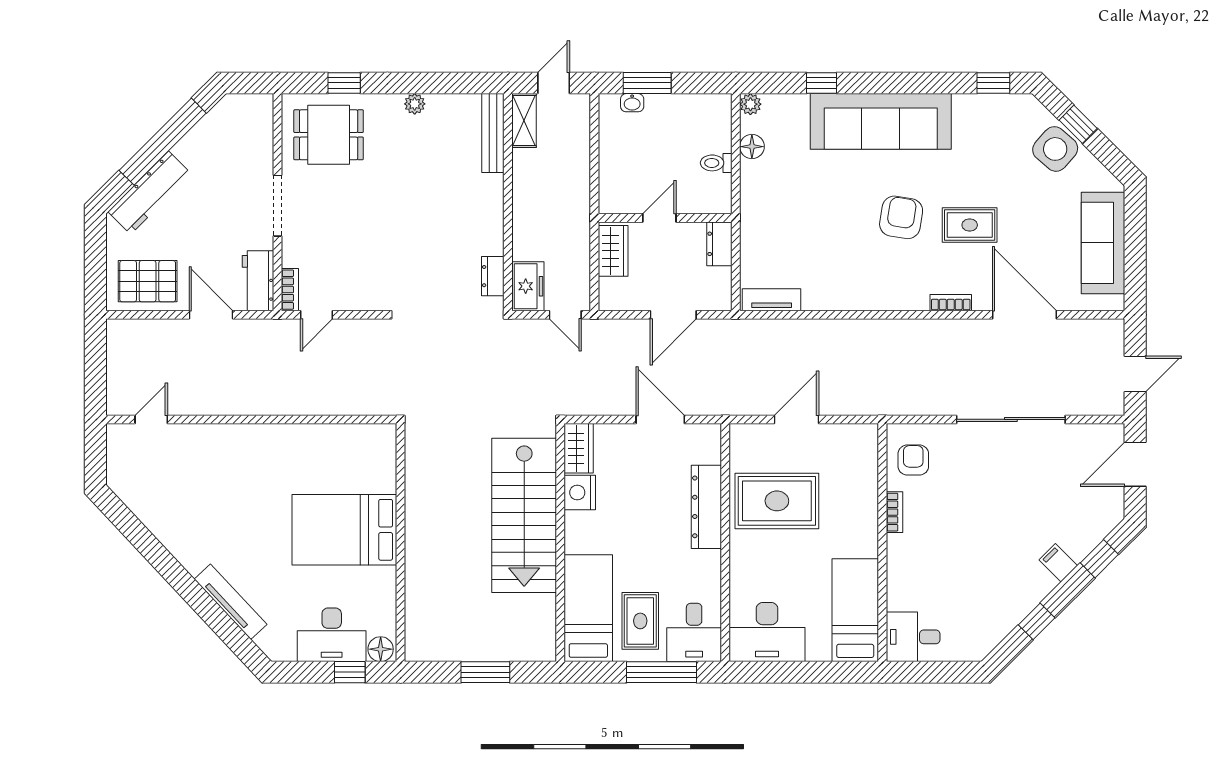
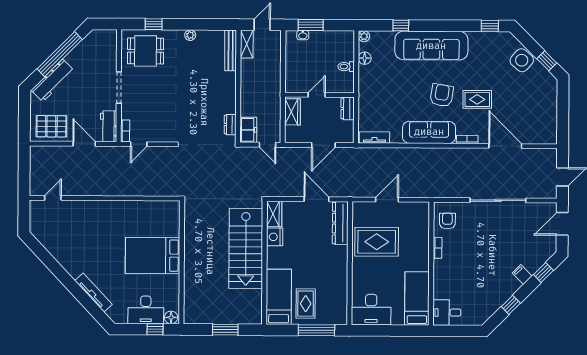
window: (1078, 124) -> (547, 61), moved
sofa: (1103, 243) -> (429, 132), moved, turned 90
dresser: (706, 507) -> (340, 223), moved
desk: (694, 632) -> (333, 310), removed

